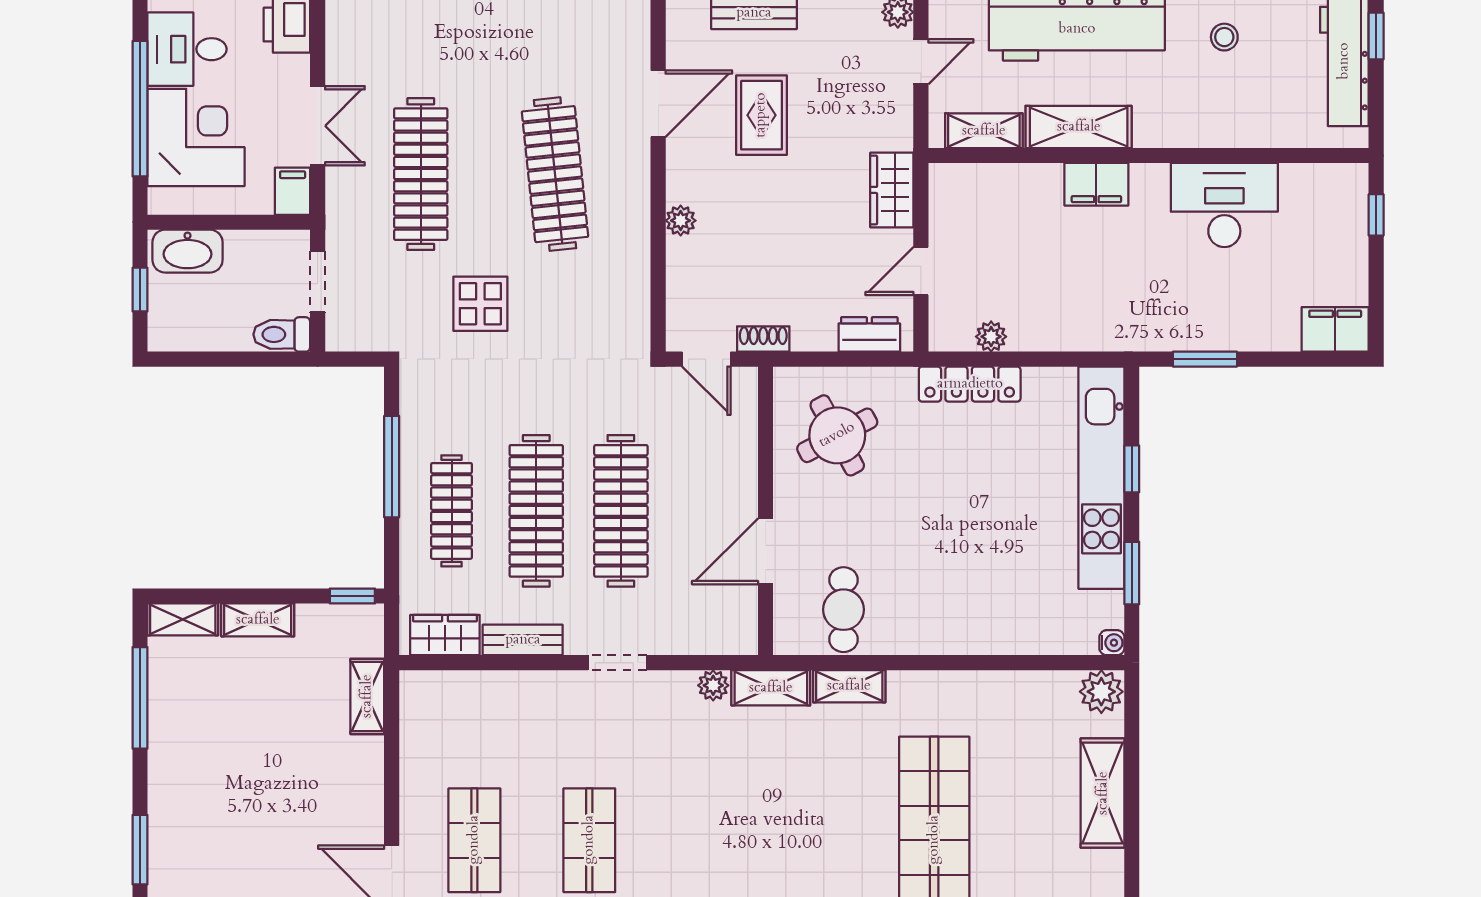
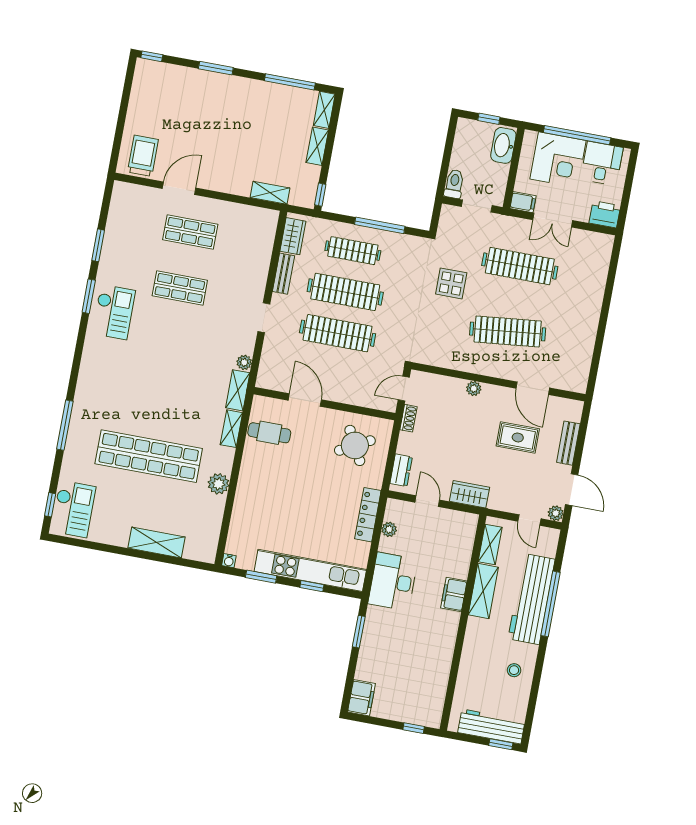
desk: (1224, 205) -> (393, 582), moved, turned 180
plant: (1101, 692) -> (218, 484), moved

